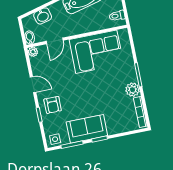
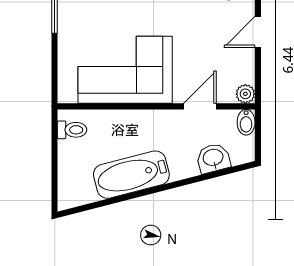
door: (33, 85) -> (258, 32), hinge flipped

